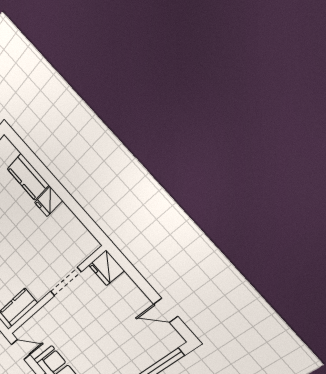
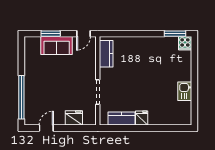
kitchen counter: (28, 177) -> (122, 119), moved
fridge: (106, 268) -> (74, 118), moved

